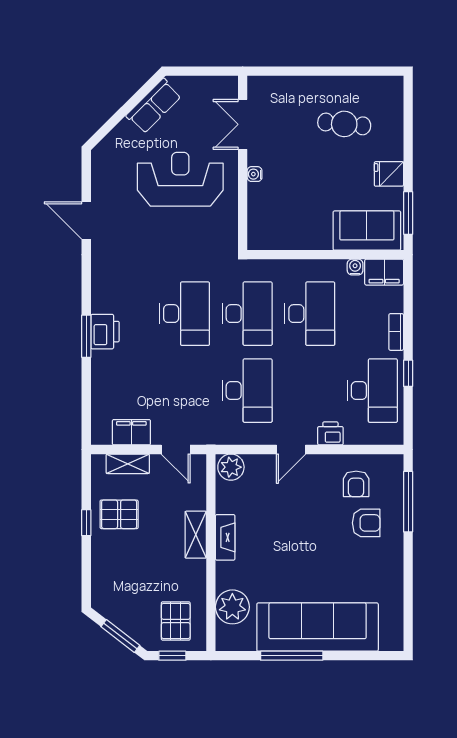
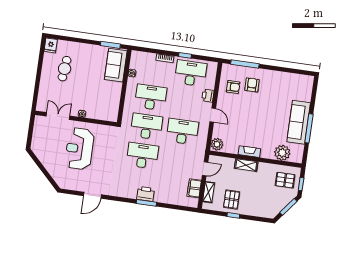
row of seats: (154, 106) -> (44, 156), removed
double door: (243, 124) -> (58, 116), swing flipped
fridge: (389, 174) -> (51, 45), moved
filing cabinet: (384, 272) -> (136, 60), removed
sofa: (318, 627) -> (299, 122), width x0.74, depth x0.79

